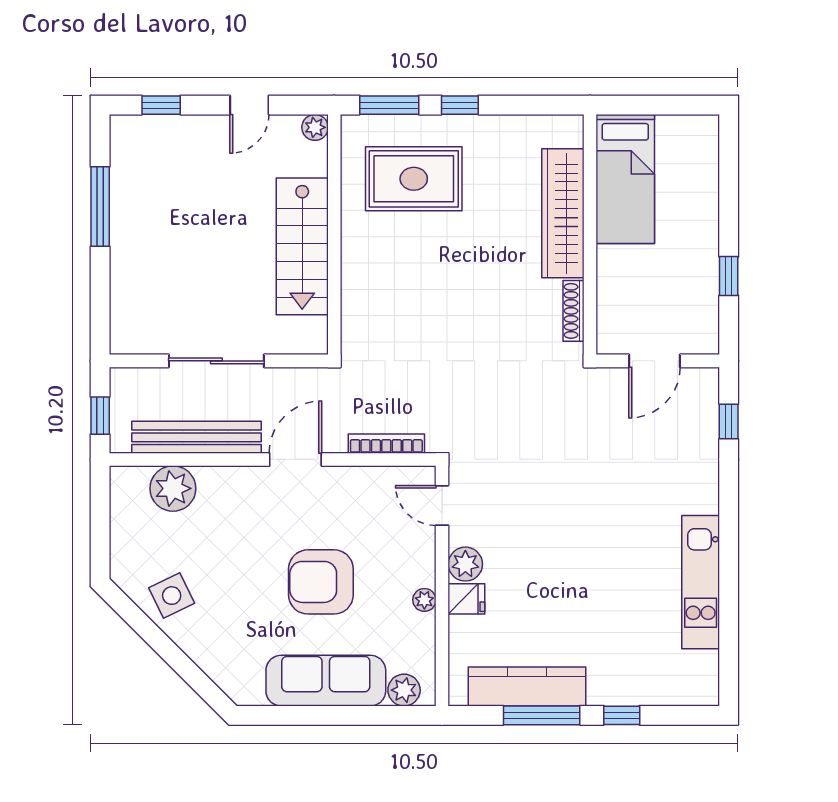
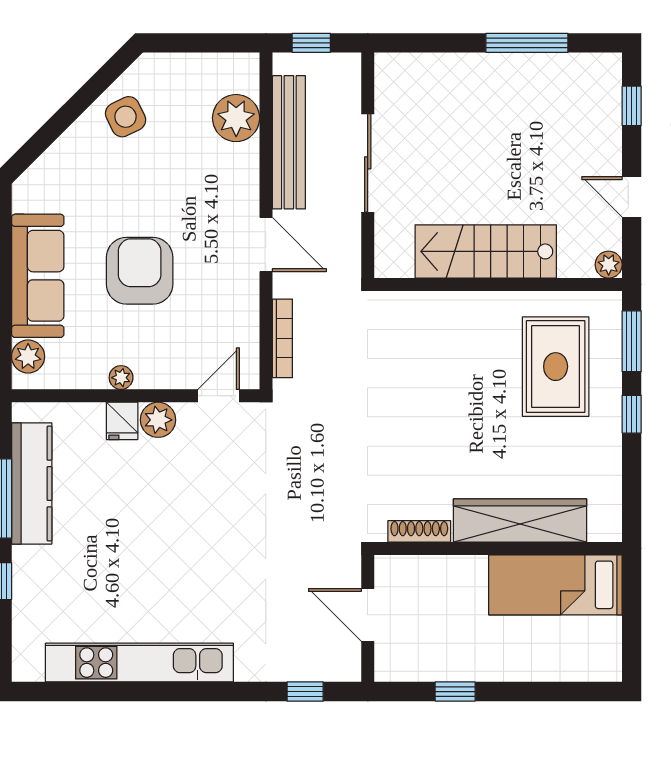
kitchen unit: (701, 582) -> (139, 663), width x1.36

